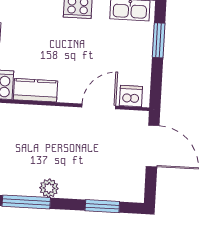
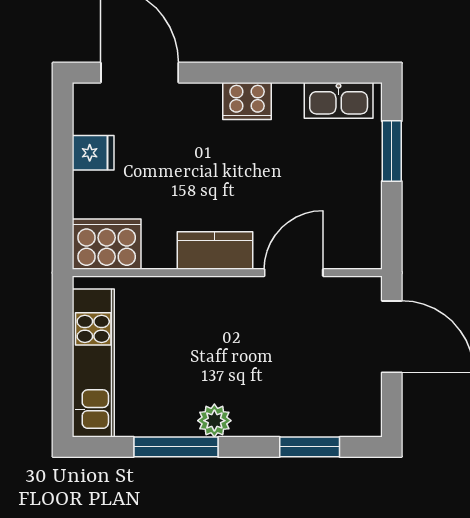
kitchen counter: (36, 90) -> (215, 251), moved
dishwasher: (131, 96) -> (349, 251), removed

